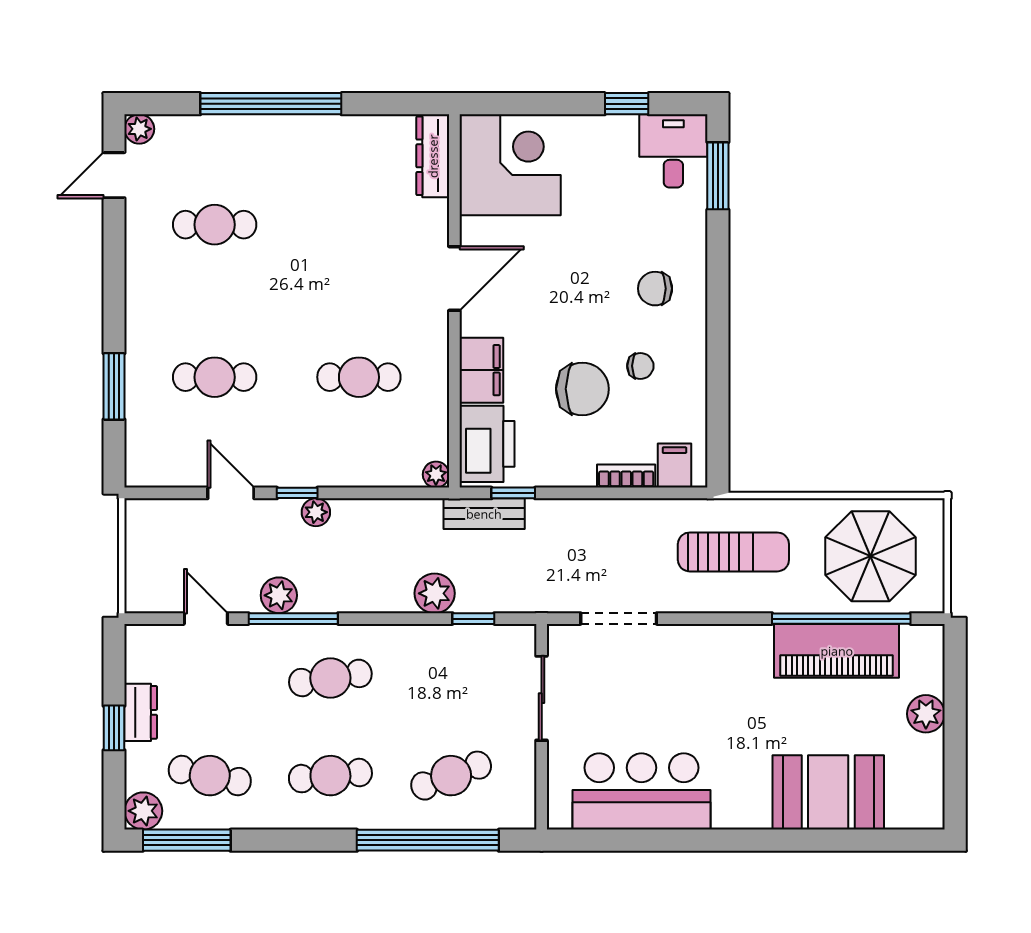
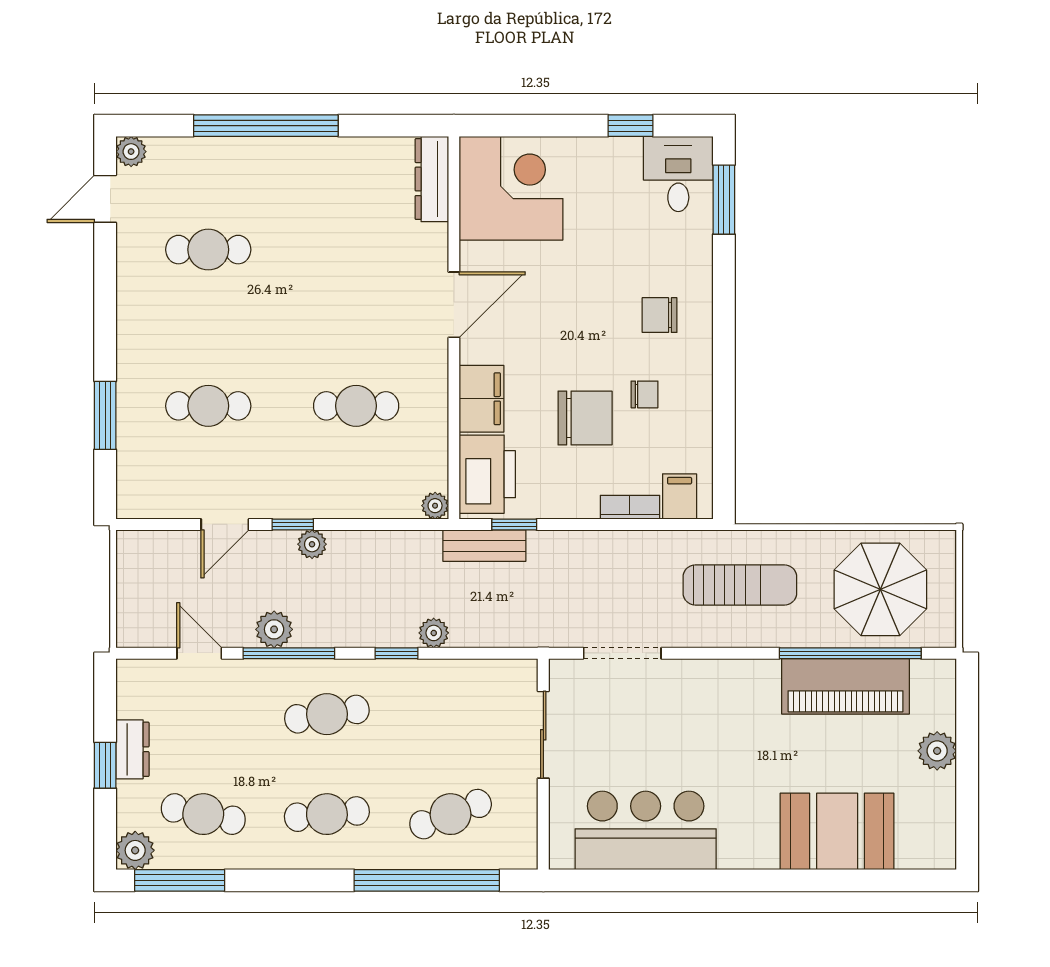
door: (231, 493) -> (225, 524), swing flipped
plant: (435, 593) -> (434, 633), width x0.73, depth x0.73
window: (473, 619) -> (396, 653), moved

